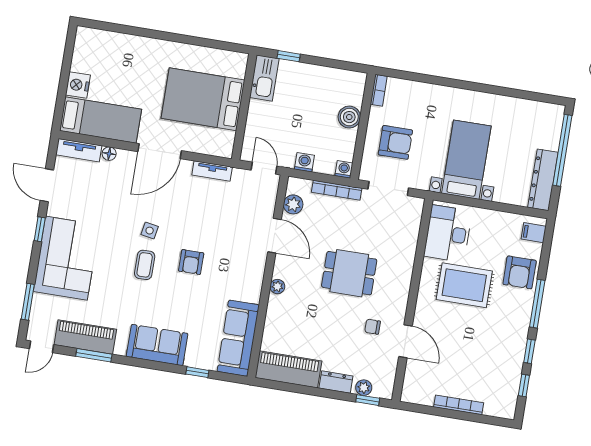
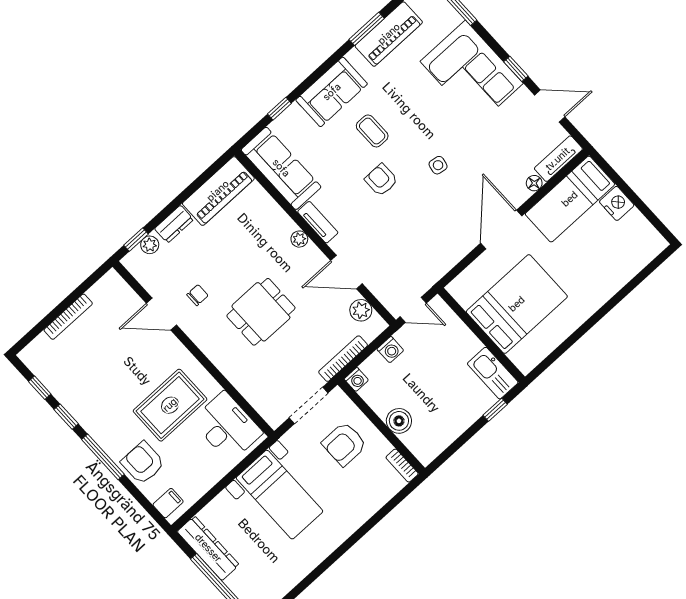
tv unit: (212, 171) -> (318, 222), moved, turned 90
coffee table: (145, 265) -> (372, 131), moved

